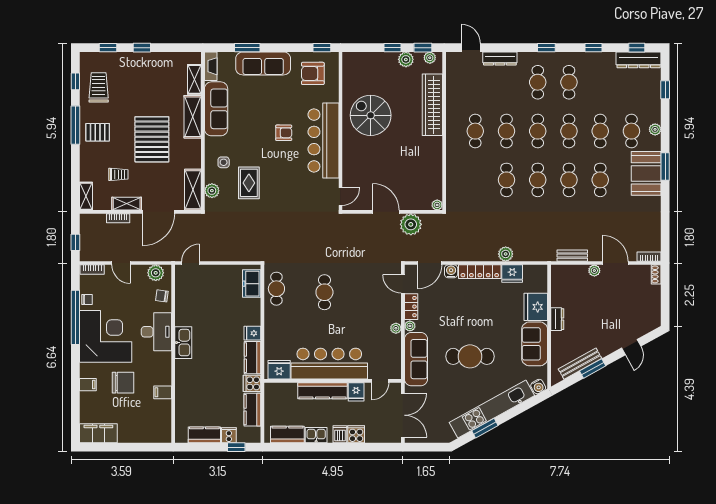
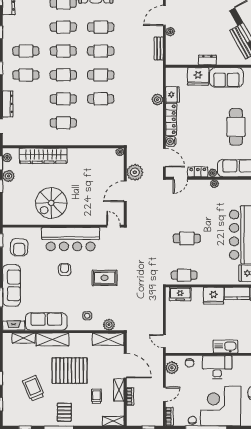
trolley: (99, 87) -> (33, 388), moved, turned 67
rug: (249, 183) -> (105, 278), moved
fridge: (252, 333) -> (213, 296), width x1.88, depth x1.34

